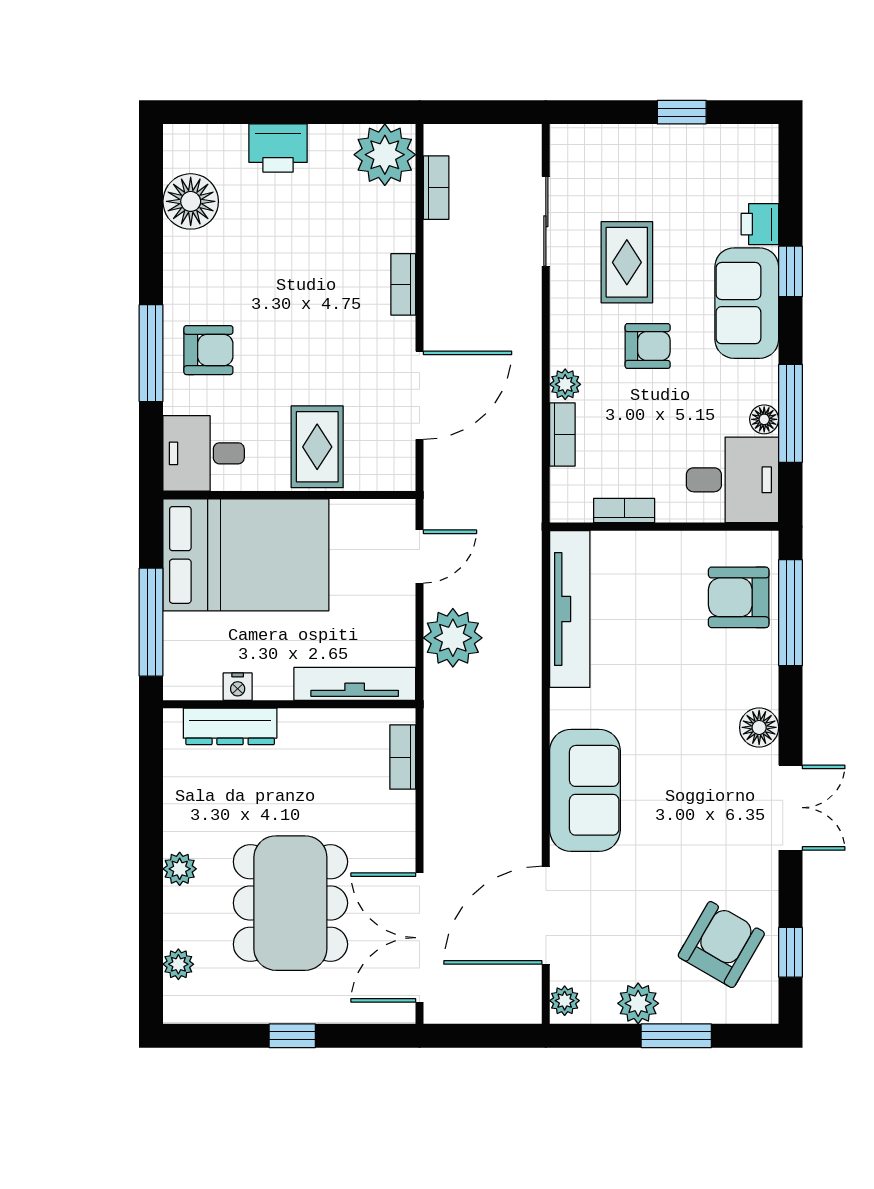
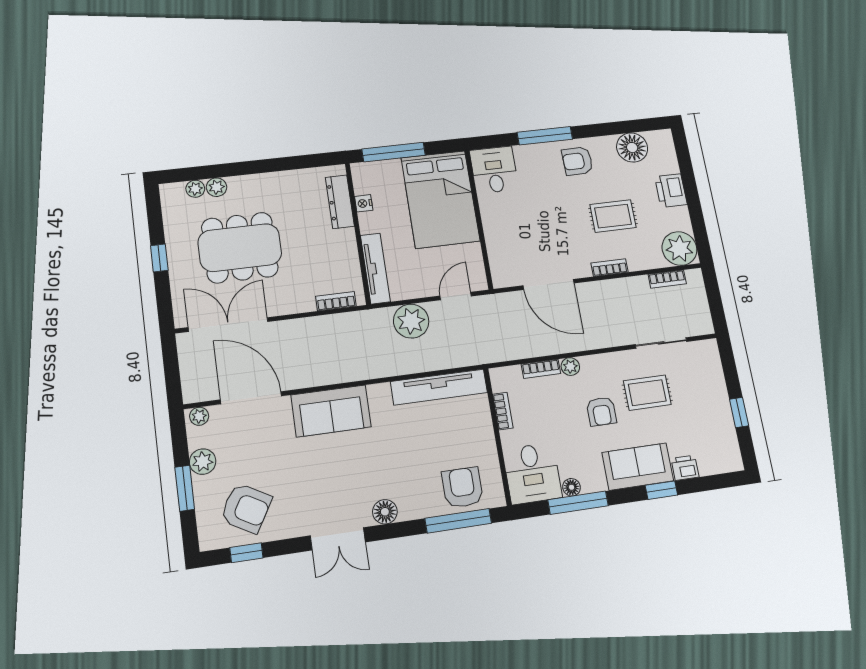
armchair: (208, 350) -> (577, 161), moved, turned 89
rug: (317, 447) -> (613, 216), moved
door: (419, 557) -> (456, 296), swing flipped
plant: (180, 869) -> (217, 187), moved

